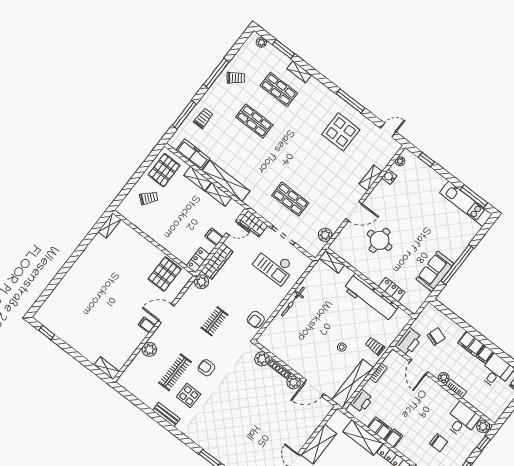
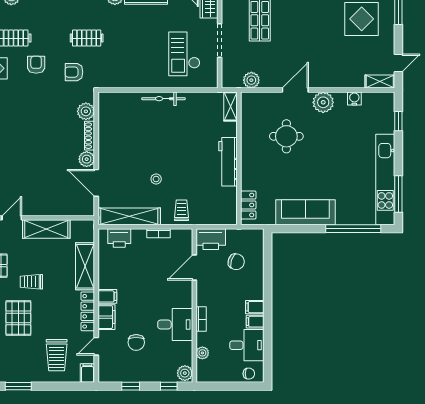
door: (388, 130) -> (398, 63), hinge flipped
plant: (400, 161) -> (323, 102), moved, width x1.88, depth x1.88
shelving: (371, 178) -> (380, 82), moved
kitchen unit: (466, 204) -> (385, 180), width x1.36
door: (354, 211) -> (295, 90), swing flipped
window: (457, 265) -> (353, 229), moved
sofa: (435, 271) -> (305, 212), width x1.36
locker: (392, 290) -> (248, 205), moved
workbench: (371, 298) -> (228, 162), width x0.73, depth x0.76
armchair: (256, 320) -> (74, 72), moved
filing cabinet: (471, 344) -> (255, 307), width x0.50
plant: (444, 378) -> (202, 353), moved
desk: (462, 420) -> (175, 324), moved
filing cabinet: (380, 428) -> (106, 317), moved

